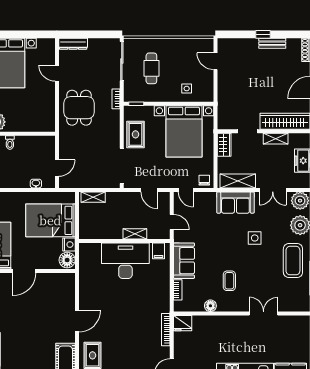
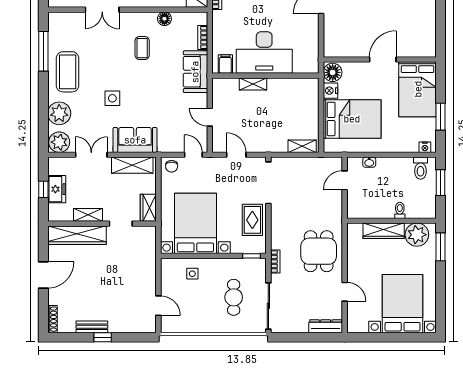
wardrobe: (24, 125) -> (384, 231), added
shelving: (135, 234) -> (253, 84), moved
wall: (124, 241) -> (265, 76), moved
filing cabinet: (158, 251) -> (225, 64), moved
desk: (125, 261) -> (264, 53), moved

